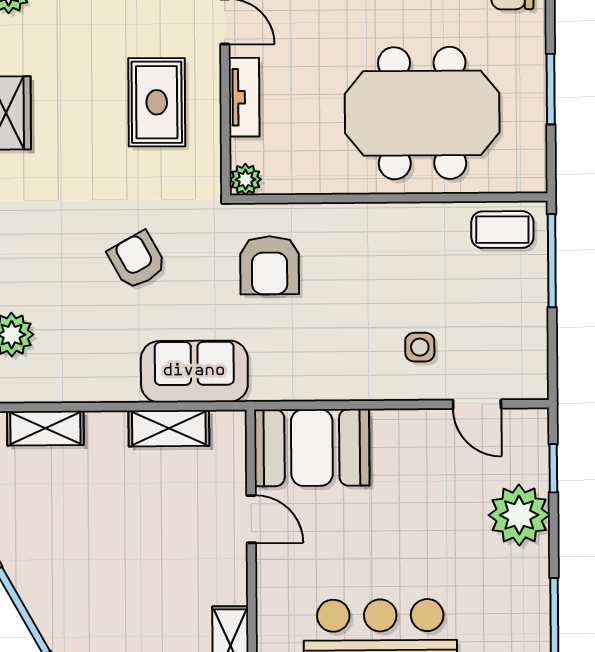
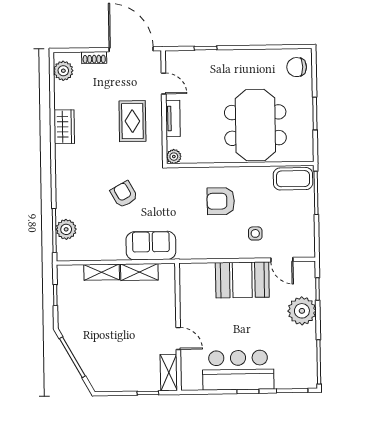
meeting table: (422, 113) -> (255, 125), turned 90
coffee table: (502, 230) -> (293, 179), width x1.36, depth x1.30
armchair: (270, 265) -> (221, 201), moved, turned 90
shelving: (45, 428) -> (102, 272), moved
booth: (312, 448) -> (242, 280), moved
door: (251, 519) -> (178, 338), moved

